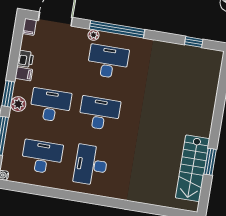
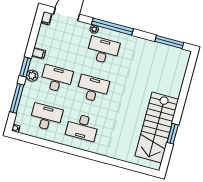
window: (194, 42) -> (169, 42), width x2.17
printer: (25, 59) -> (41, 42), removed
desk: (91, 165) -> (82, 127), turned -90
stairs: (193, 168) -> (157, 128), width x1.36, depth x1.51

